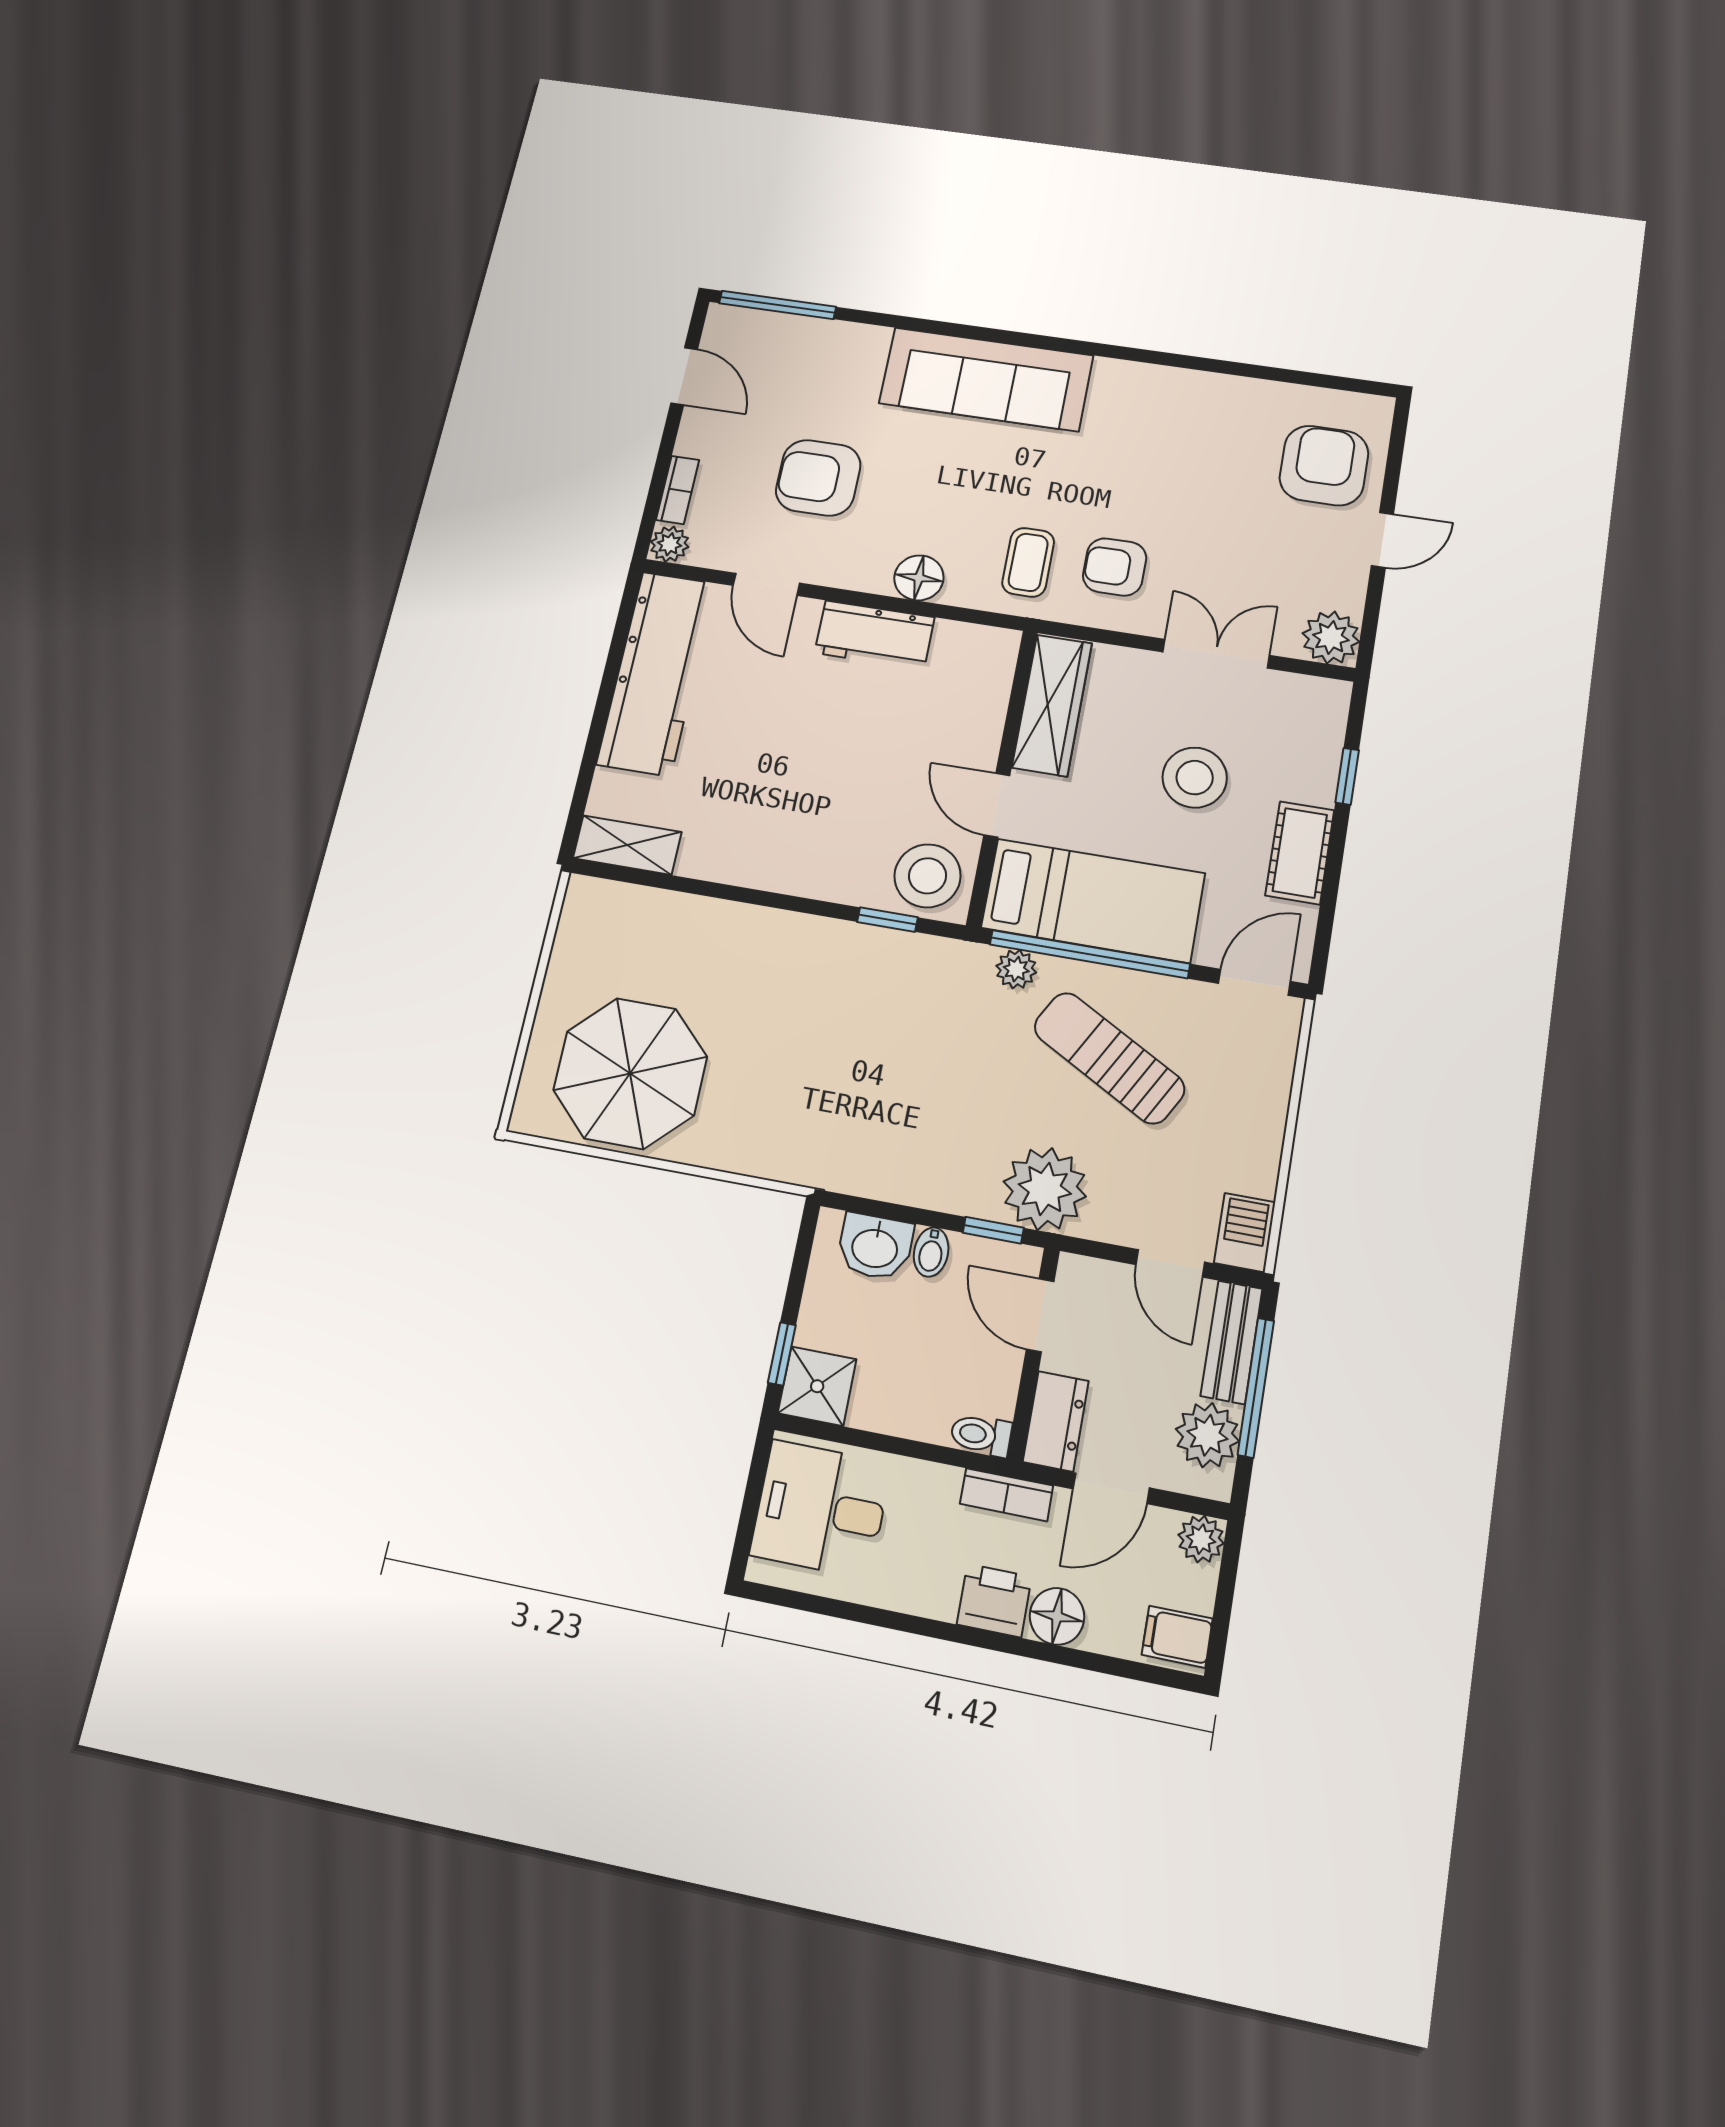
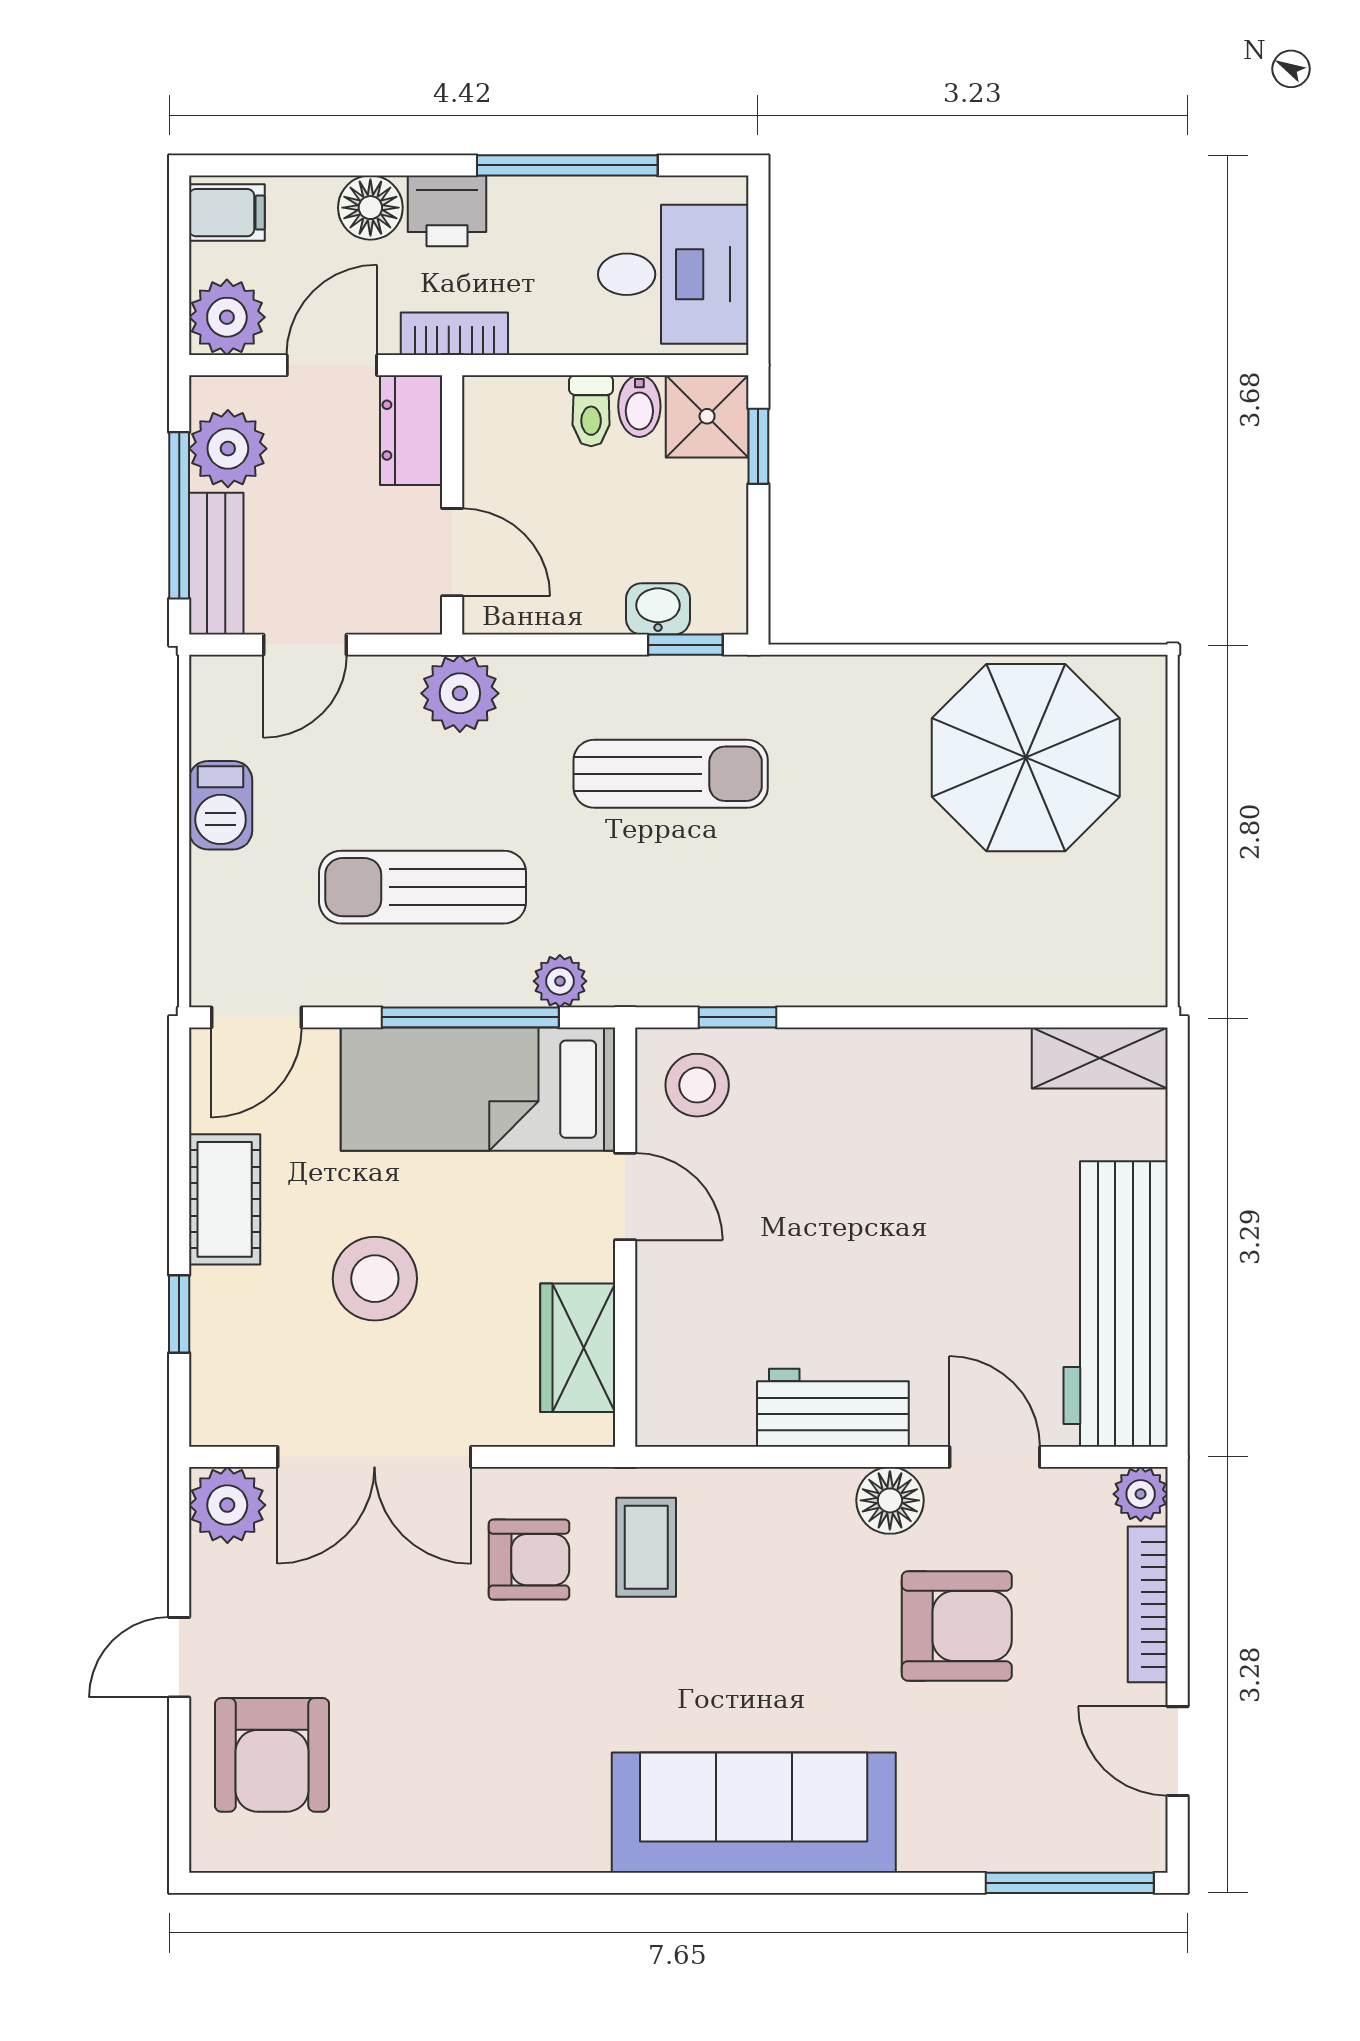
bookcase: (678, 490) -> (1148, 1604), width x1.56
floor lamp: (919, 578) -> (890, 1500), moved
double door: (1216, 654) -> (374, 1457), width x1.37
wardrobe: (1052, 705) -> (578, 1348), width x0.67
stool: (928, 876) -> (697, 1085), width x0.73, depth x0.73
window: (1090, 954) -> (470, 1017), width x0.68
sun lounger: (1109, 1058) -> (423, 887), turned 151
sun lounger: (902, 1110) -> (671, 774), added
plant: (1045, 1189) -> (460, 693), width x0.73, depth x0.73
window: (993, 1230) -> (685, 645), moved
barbecue: (1245, 1233) -> (221, 805), moved
washbasin: (875, 1247) -> (658, 609), width x0.72, depth x0.69
bidet: (931, 1252) -> (639, 406), moved, turned 180
door: (1170, 1263) -> (305, 645), swing flipped
toilet: (981, 1435) -> (591, 411), moved, turned 90
plant: (1201, 1539) -> (227, 317), width x1.38, depth x1.38
window: (889, 1619) -> (567, 165), added

